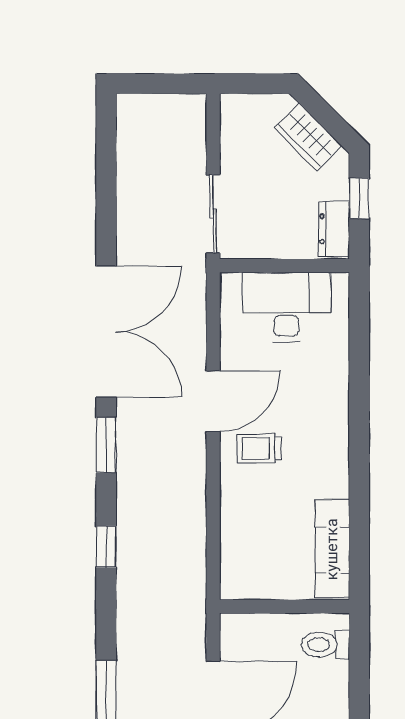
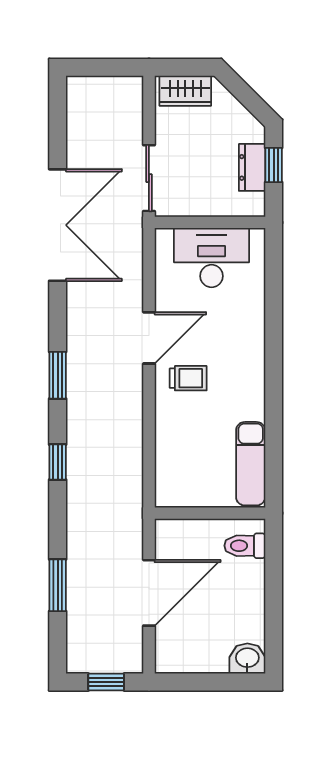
wardrobe: (308, 137) -> (185, 91), moved, turned -45
dresser: (334, 229) -> (252, 167), moved
double door: (106, 332) -> (58, 225), moved
trolley: (259, 448) -> (188, 378), turned 180

